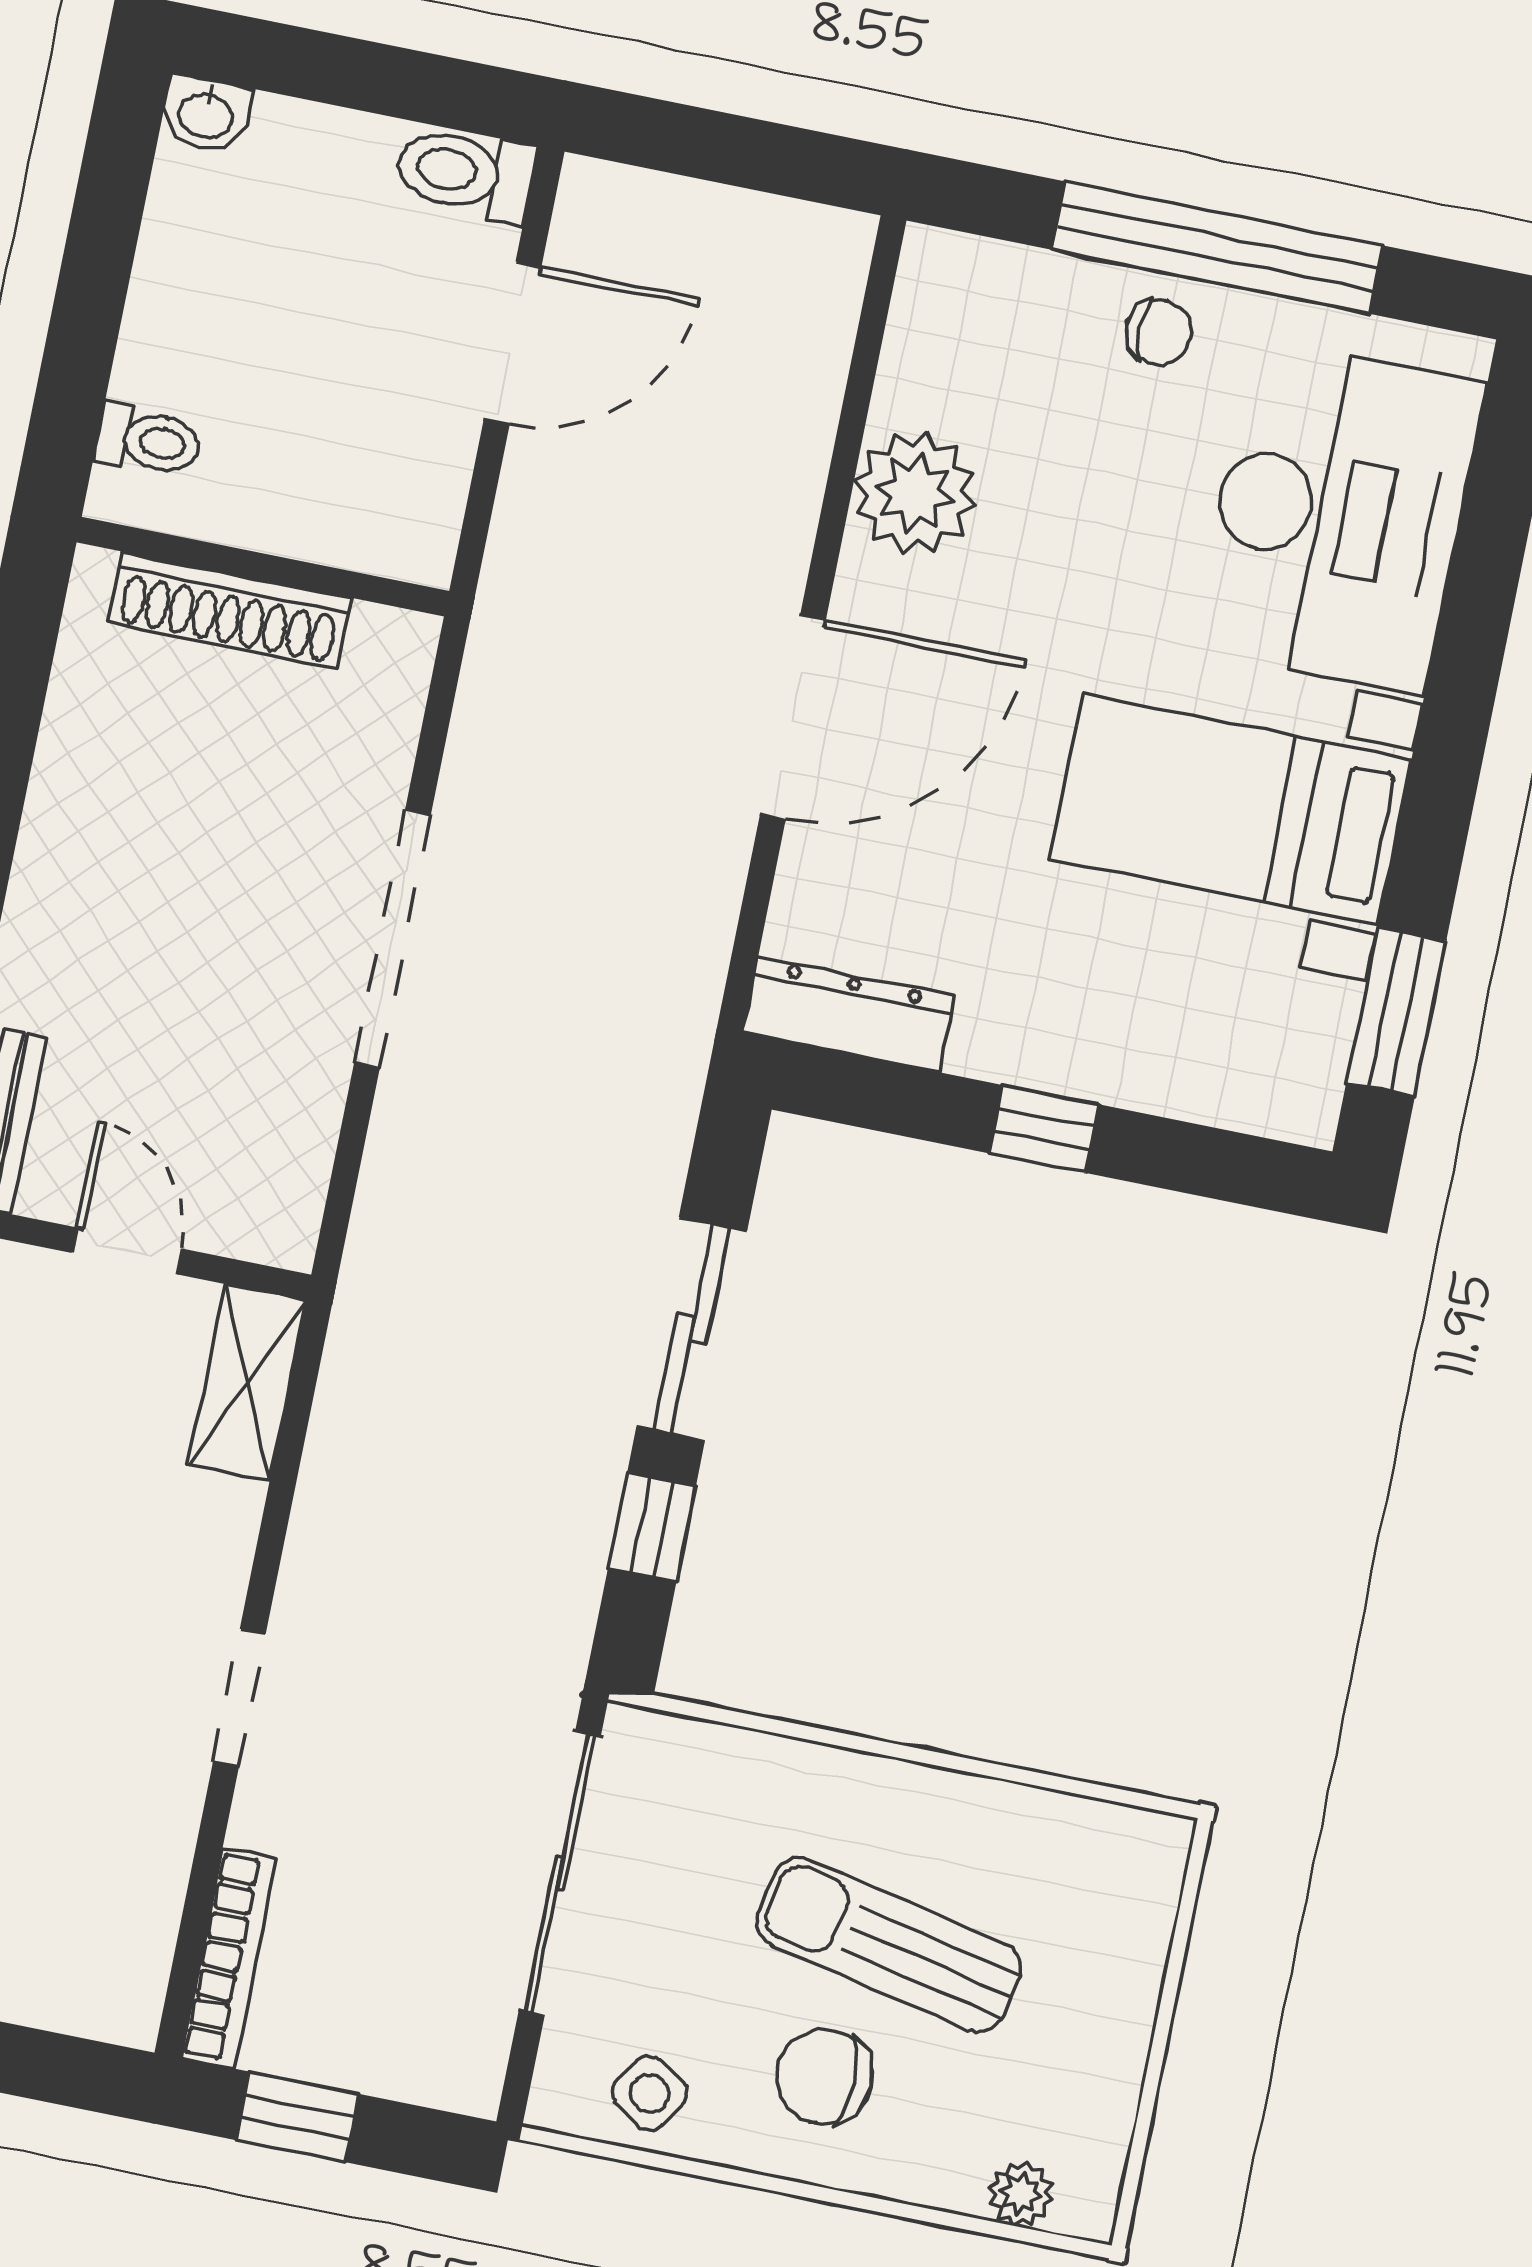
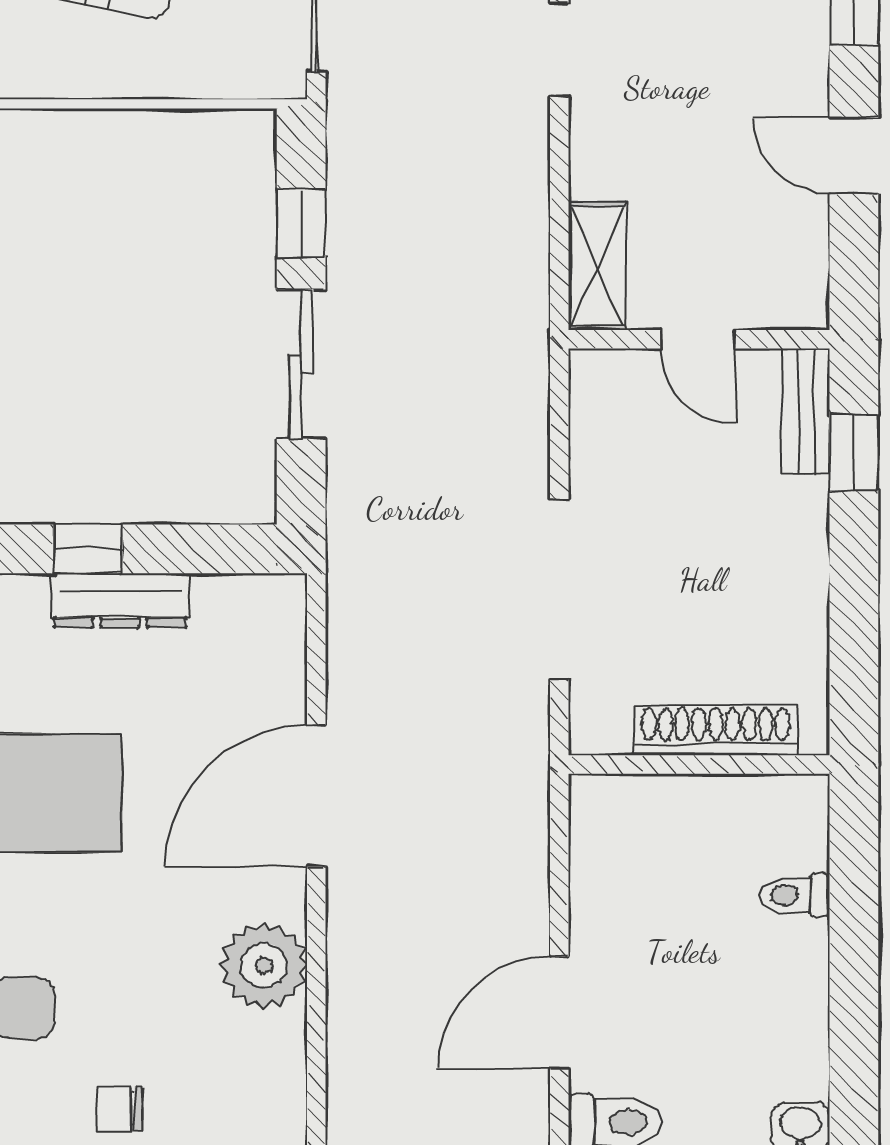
wall: (263, 567) -> (699, 765), moved
shoe rack: (230, 610) -> (716, 730), moved
dresser: (848, 1014) -> (120, 600), moved

